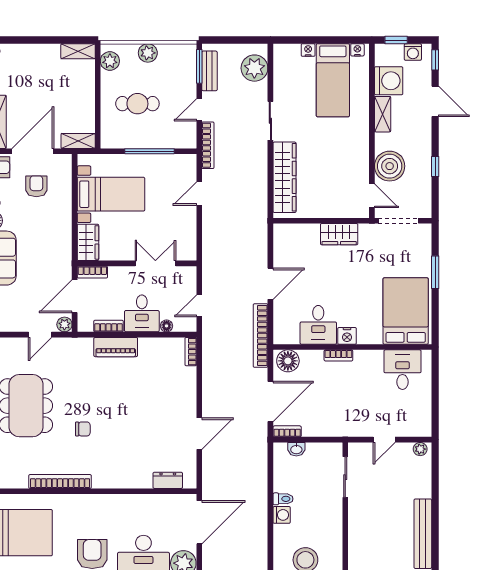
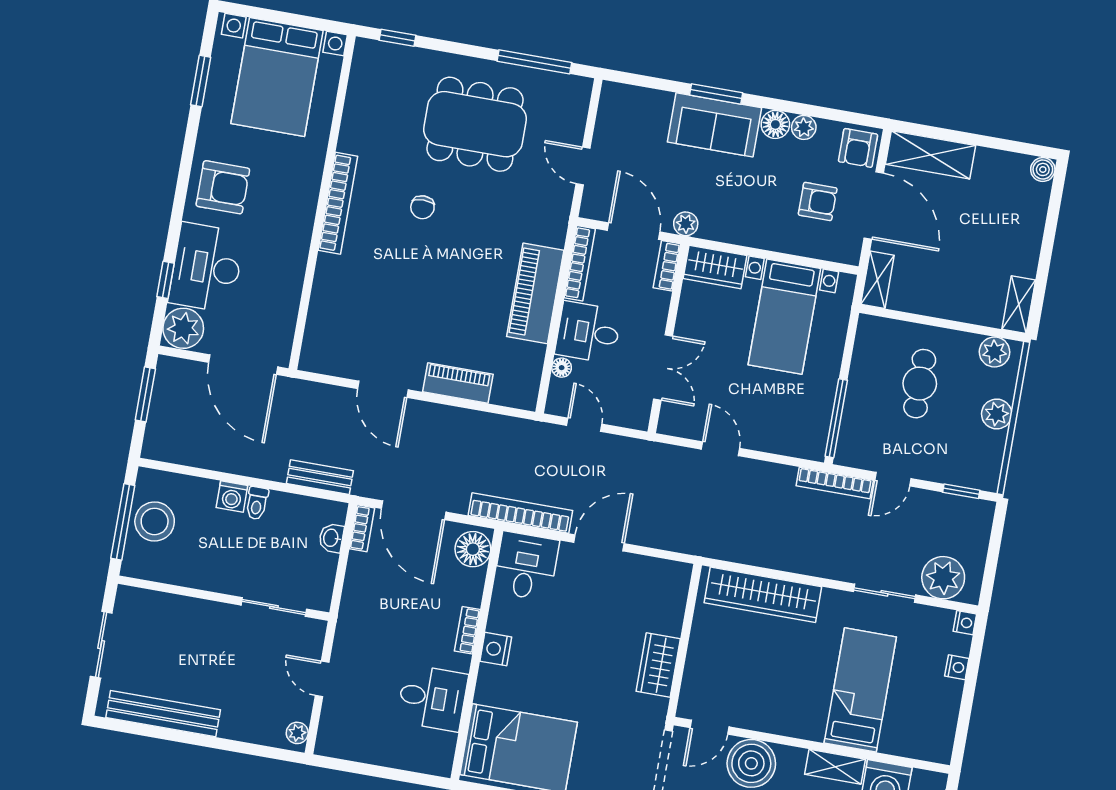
nightstand: (357, 50) -> (965, 623), moved
window: (199, 66) -> (961, 491), width x0.67
bench: (209, 71) -> (320, 477), moved
bed: (333, 80) -> (860, 690), moved, turned 90
door: (199, 110) -> (893, 479), swing flipped
sliding door: (270, 121) -> (884, 593), moved
window: (150, 151) -> (836, 418), moved
door: (199, 194) -> (720, 449), moved
door: (270, 284) -> (599, 543), swing flipped
plant: (64, 324) -> (686, 224), moved
desk: (318, 325) -> (526, 566), moved, turned 90
bookcase: (109, 326) -> (580, 263), width x1.56
piano: (116, 347) -> (535, 293), width x1.37, depth x1.33
bookcase: (191, 352) -> (514, 399), removed
desk: (402, 370) -> (432, 698), moved
piano: (187, 388) -> (458, 383), added
dresser: (168, 480) -> (318, 327), removed
bookcase: (60, 481) -> (338, 203), moved

